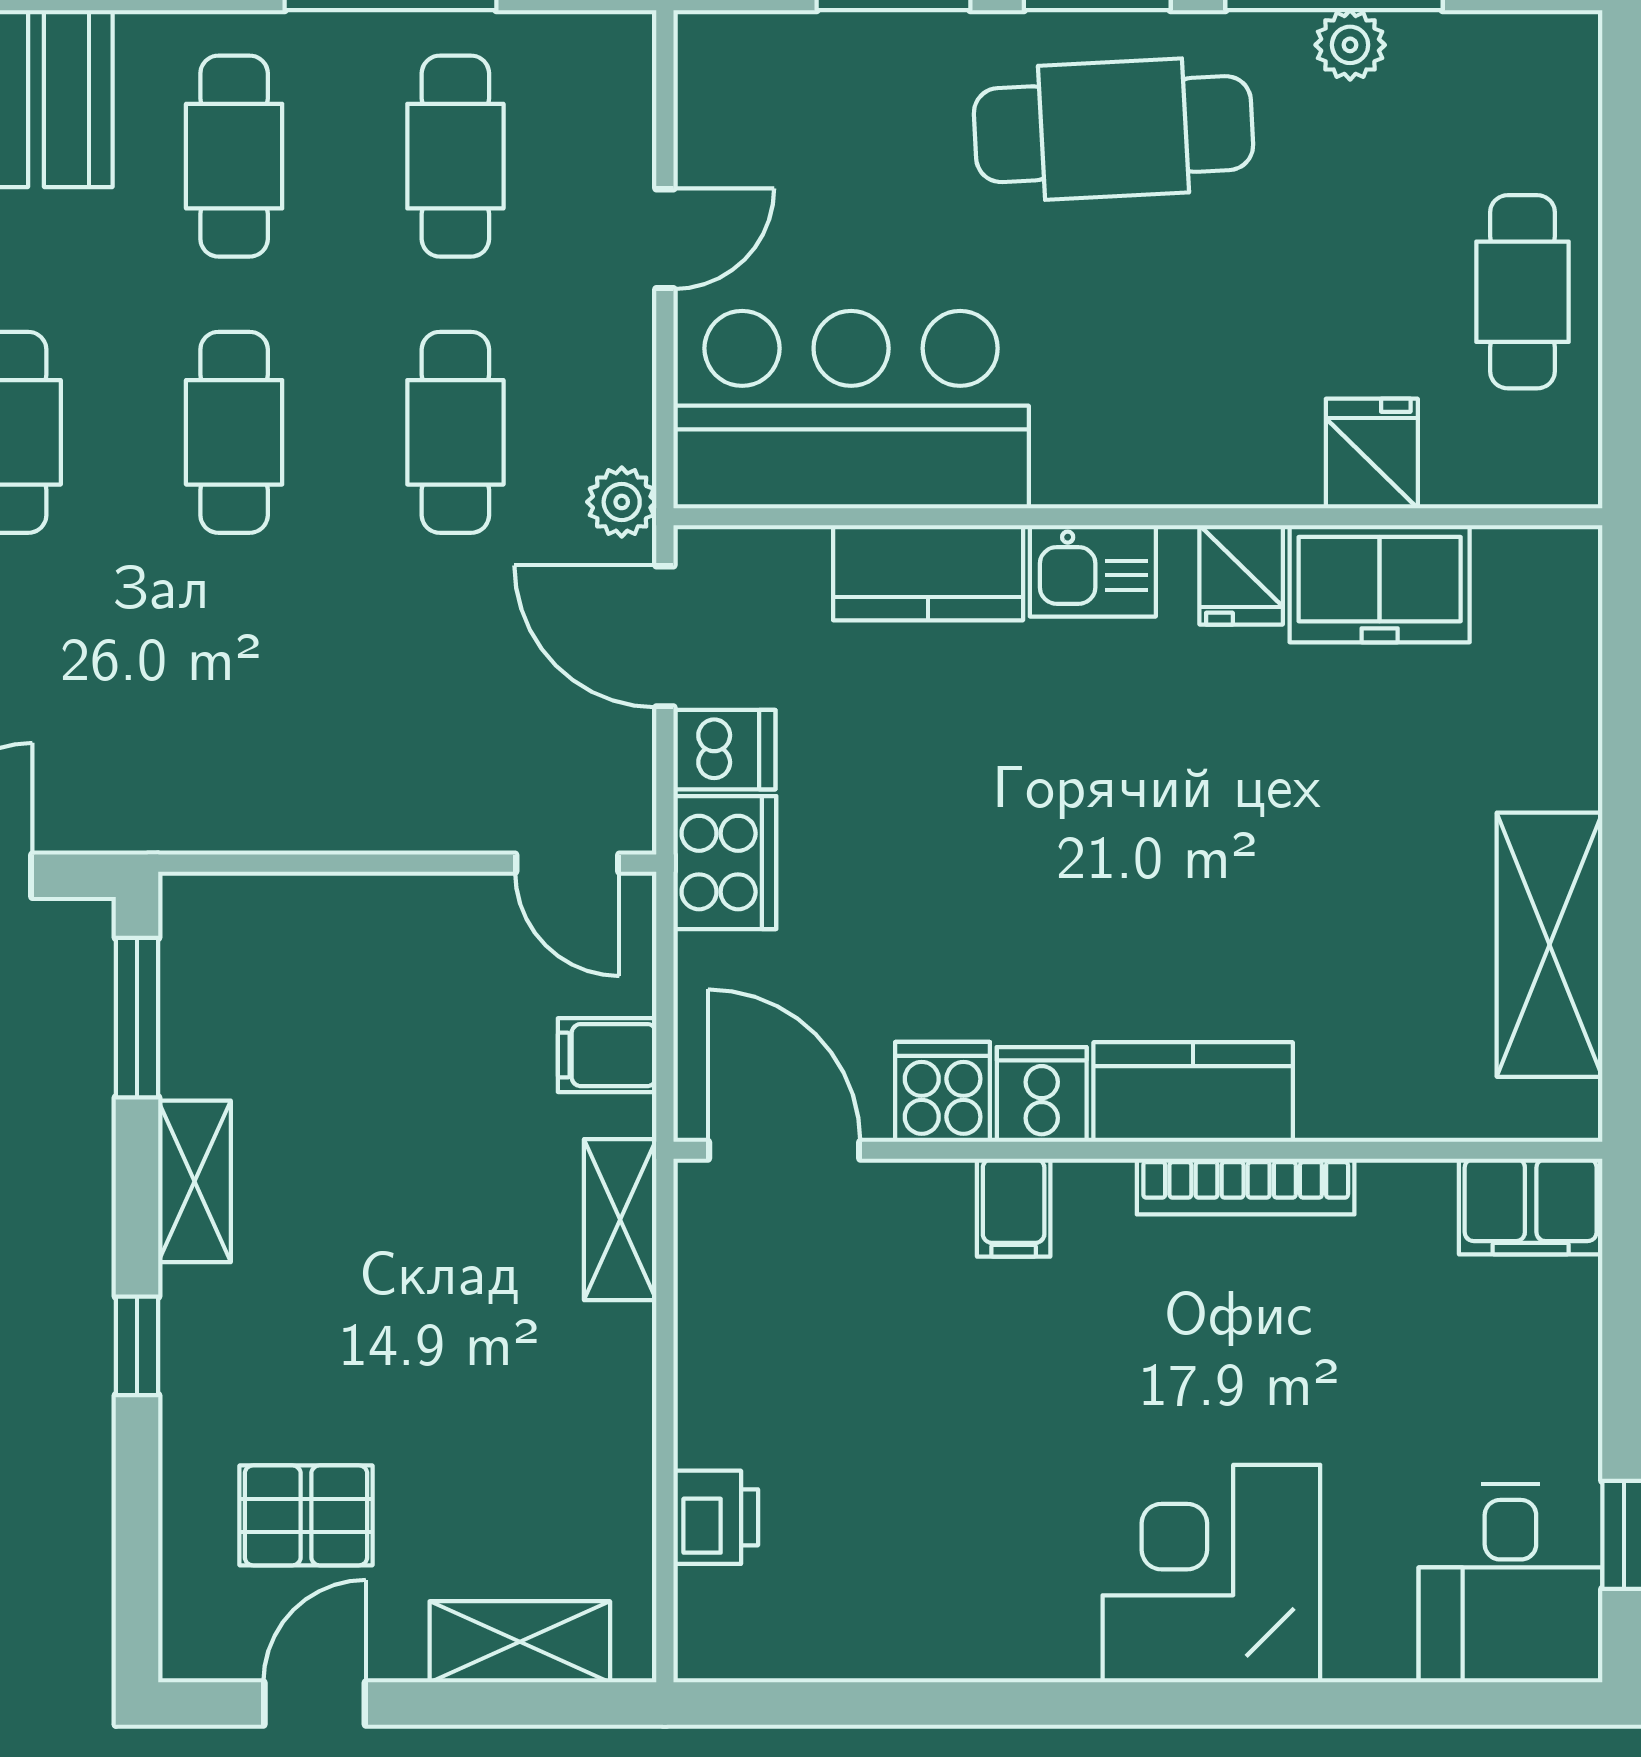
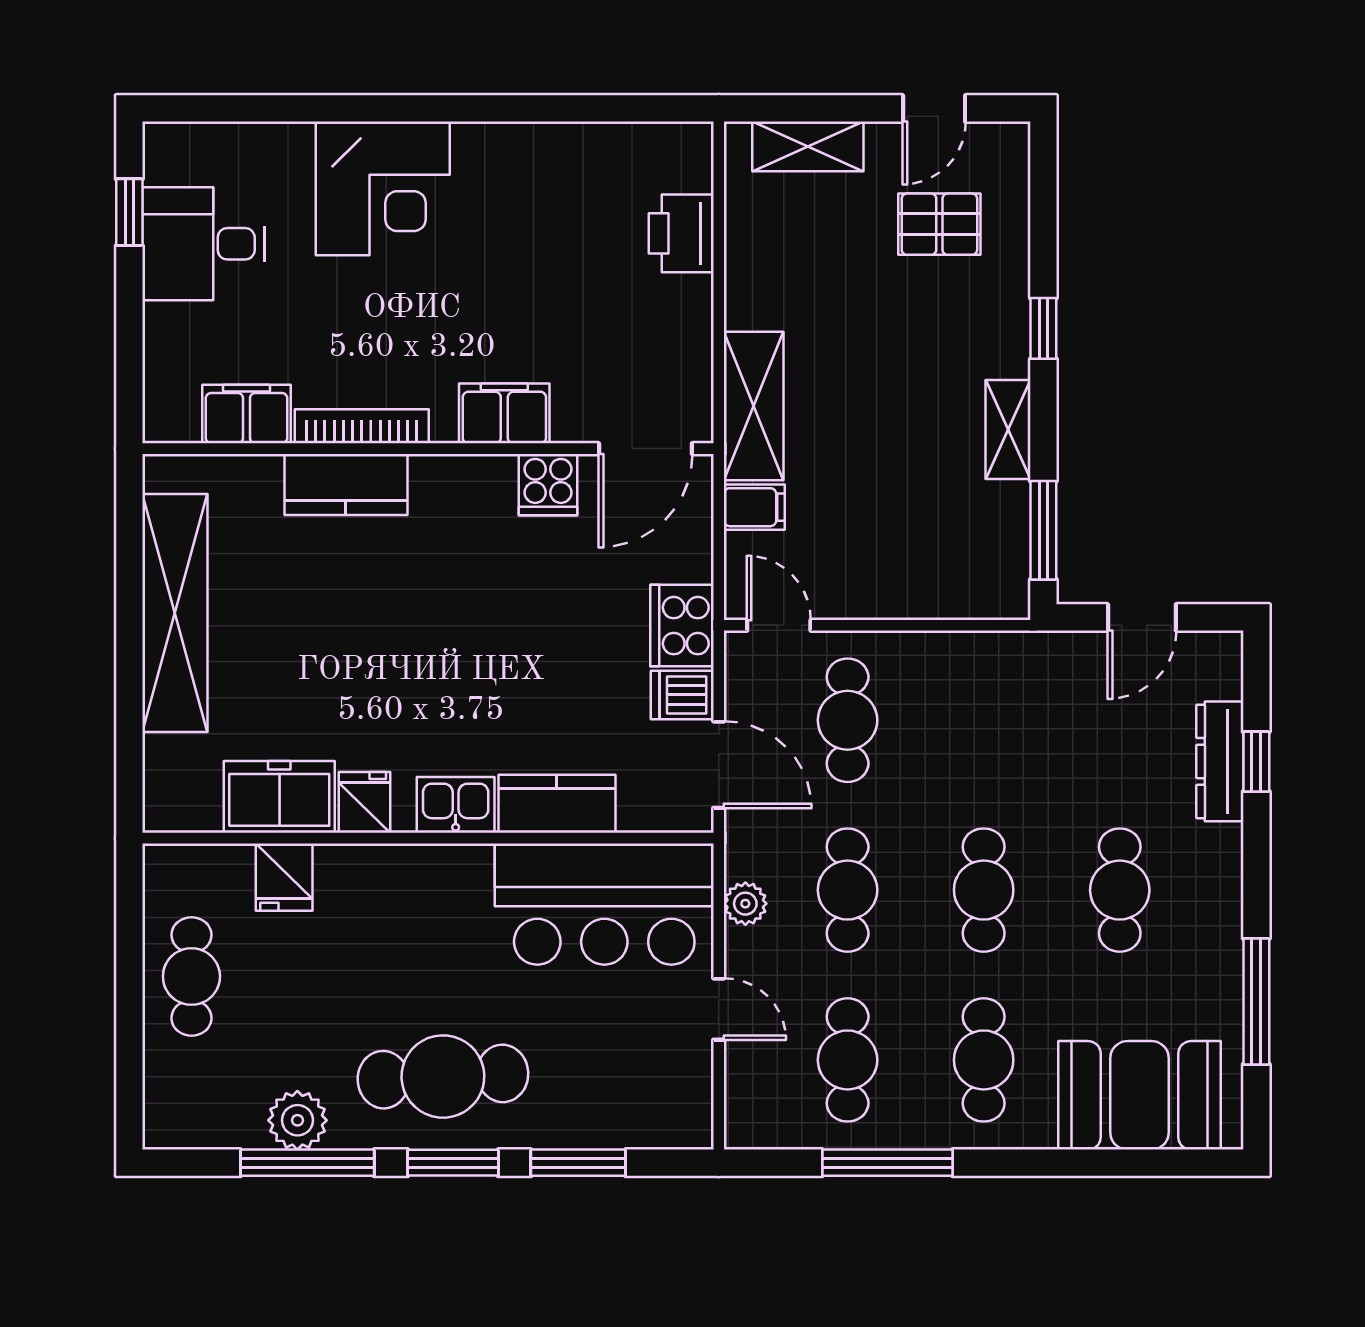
plant: (1350, 45) -> (297, 1120), width x1.38, depth x1.38
door: (665, 239) -> (719, 1009), swing flipped
plant: (622, 502) -> (745, 904), moved
cafe table: (455, 709) -> (848, 720), added
shelving: (1550, 945) -> (175, 613), width x1.47
kitchen counter: (1193, 1092) -> (346, 484), moved
cooker: (1042, 1094) -> (487, 483), removed
door: (784, 1150) -> (645, 449), hinge flipped
filing cabinet: (1531, 1207) -> (247, 414), moved
filing cabinet: (1014, 1208) -> (504, 413), width x2.00
shelving: (620, 1220) -> (754, 406), width x1.50, depth x1.33
printer: (716, 1517) -> (681, 233), width x1.36, depth x1.24
desk: (1510, 1583) -> (203, 244), moved, turned -90

